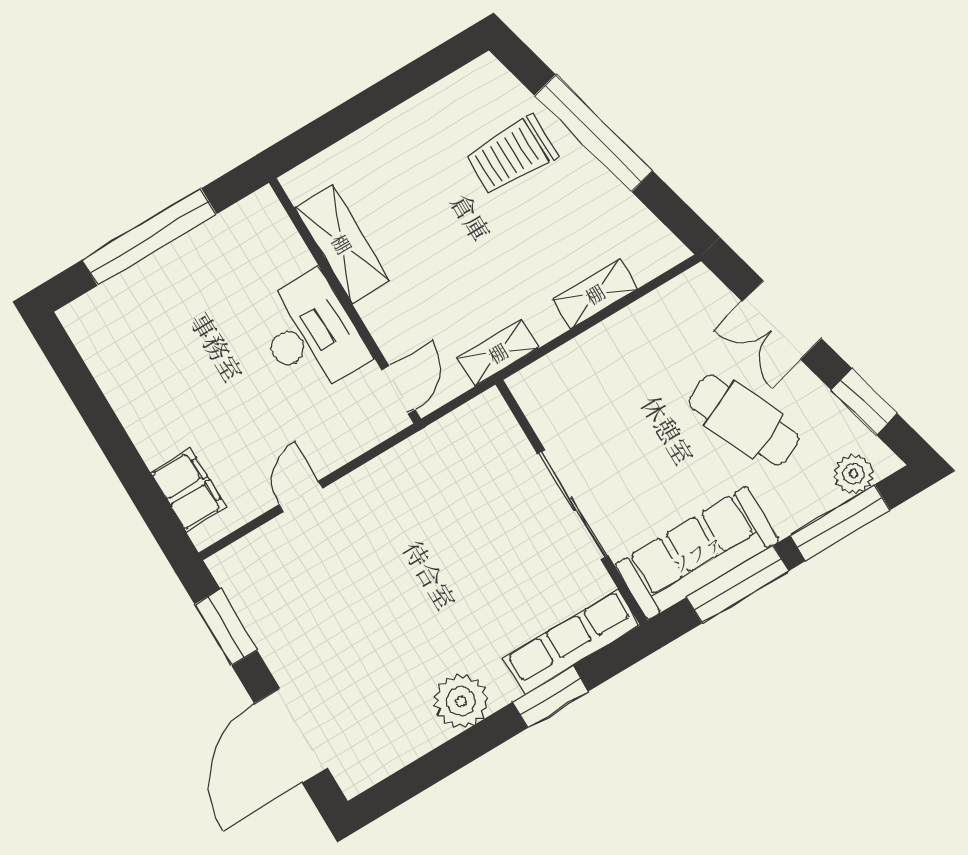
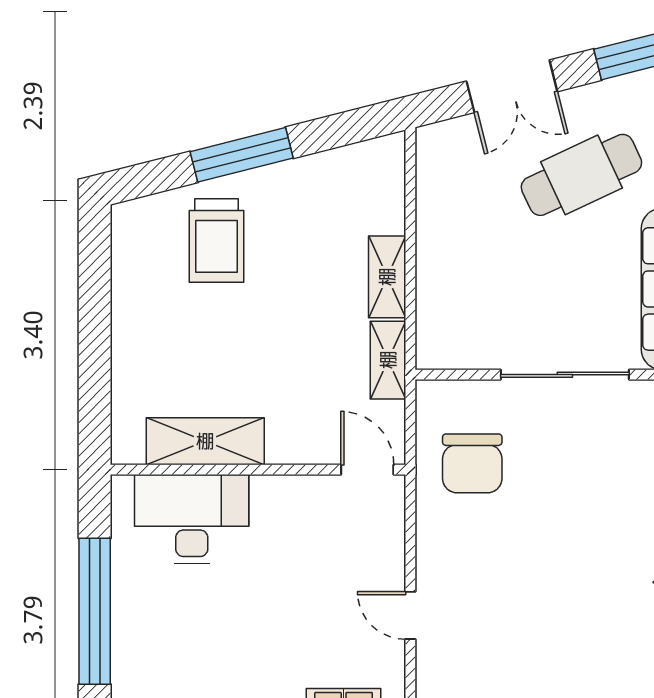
window: (594, 133) -> (242, 155), width x0.68
shelving: (595, 294) -> (387, 277), moved
desk: (310, 334) -> (192, 519), moved
chair: (455, 472) -> (472, 463), added

